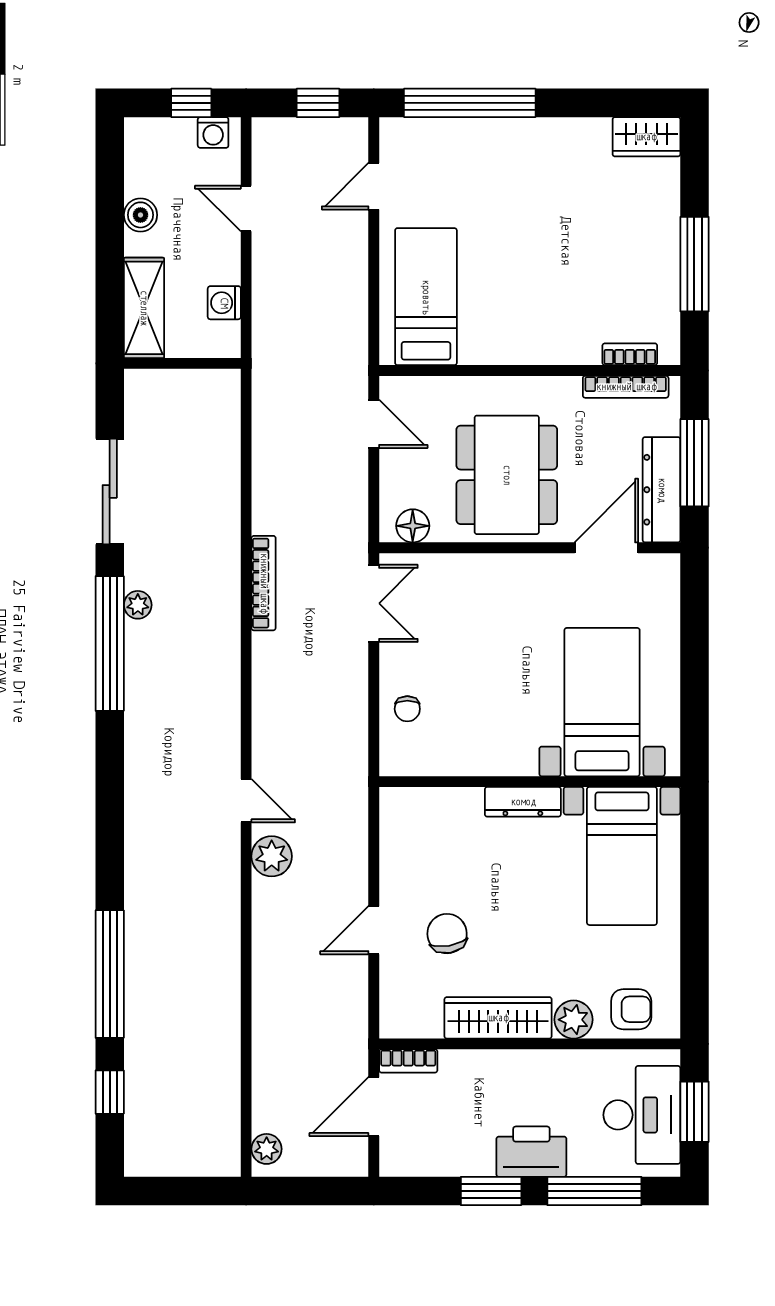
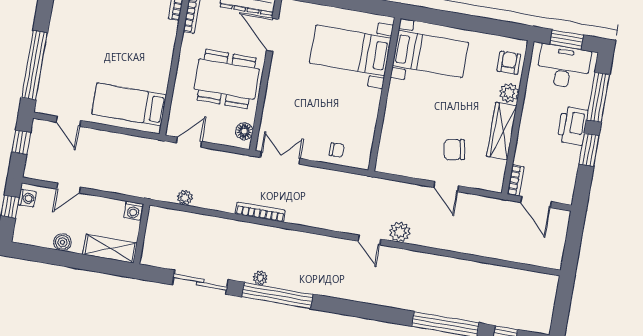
washing machine: (224, 303) -> (133, 211), moved
door: (246, 801) -> (369, 240), swing flipped
dresser: (523, 802) -> (394, 100), removed
plant: (267, 1149) -> (185, 197), moved

